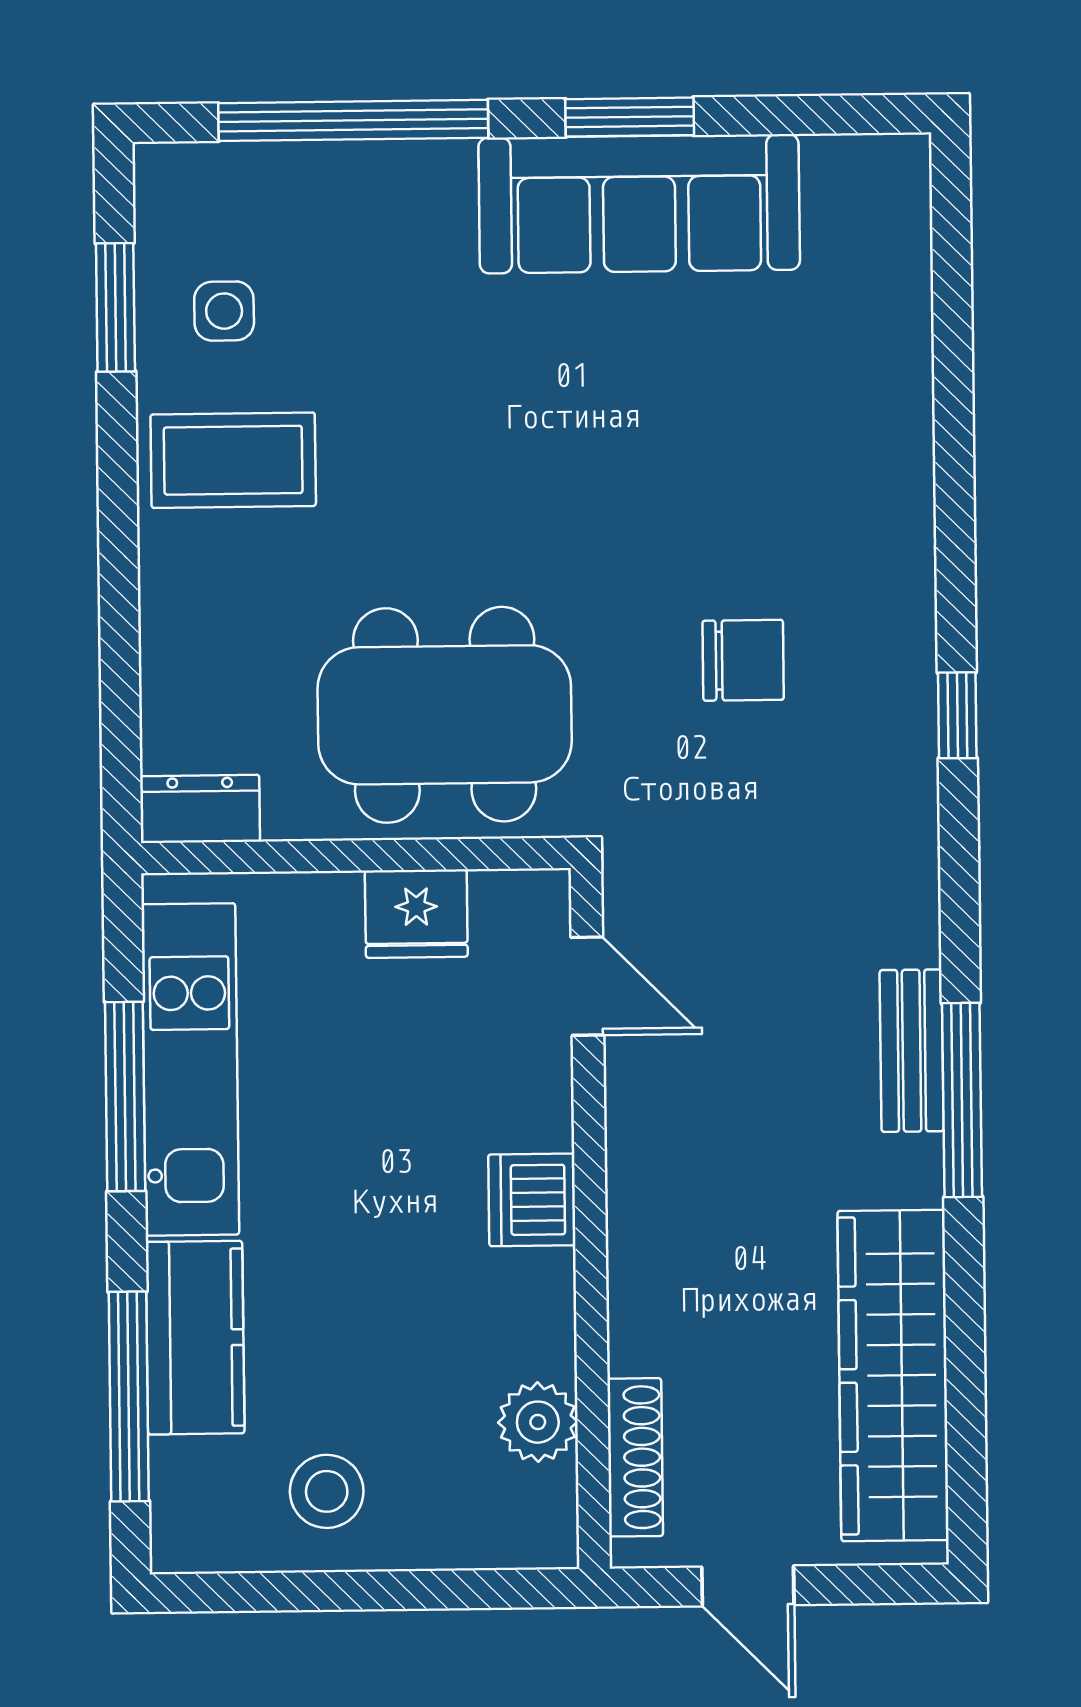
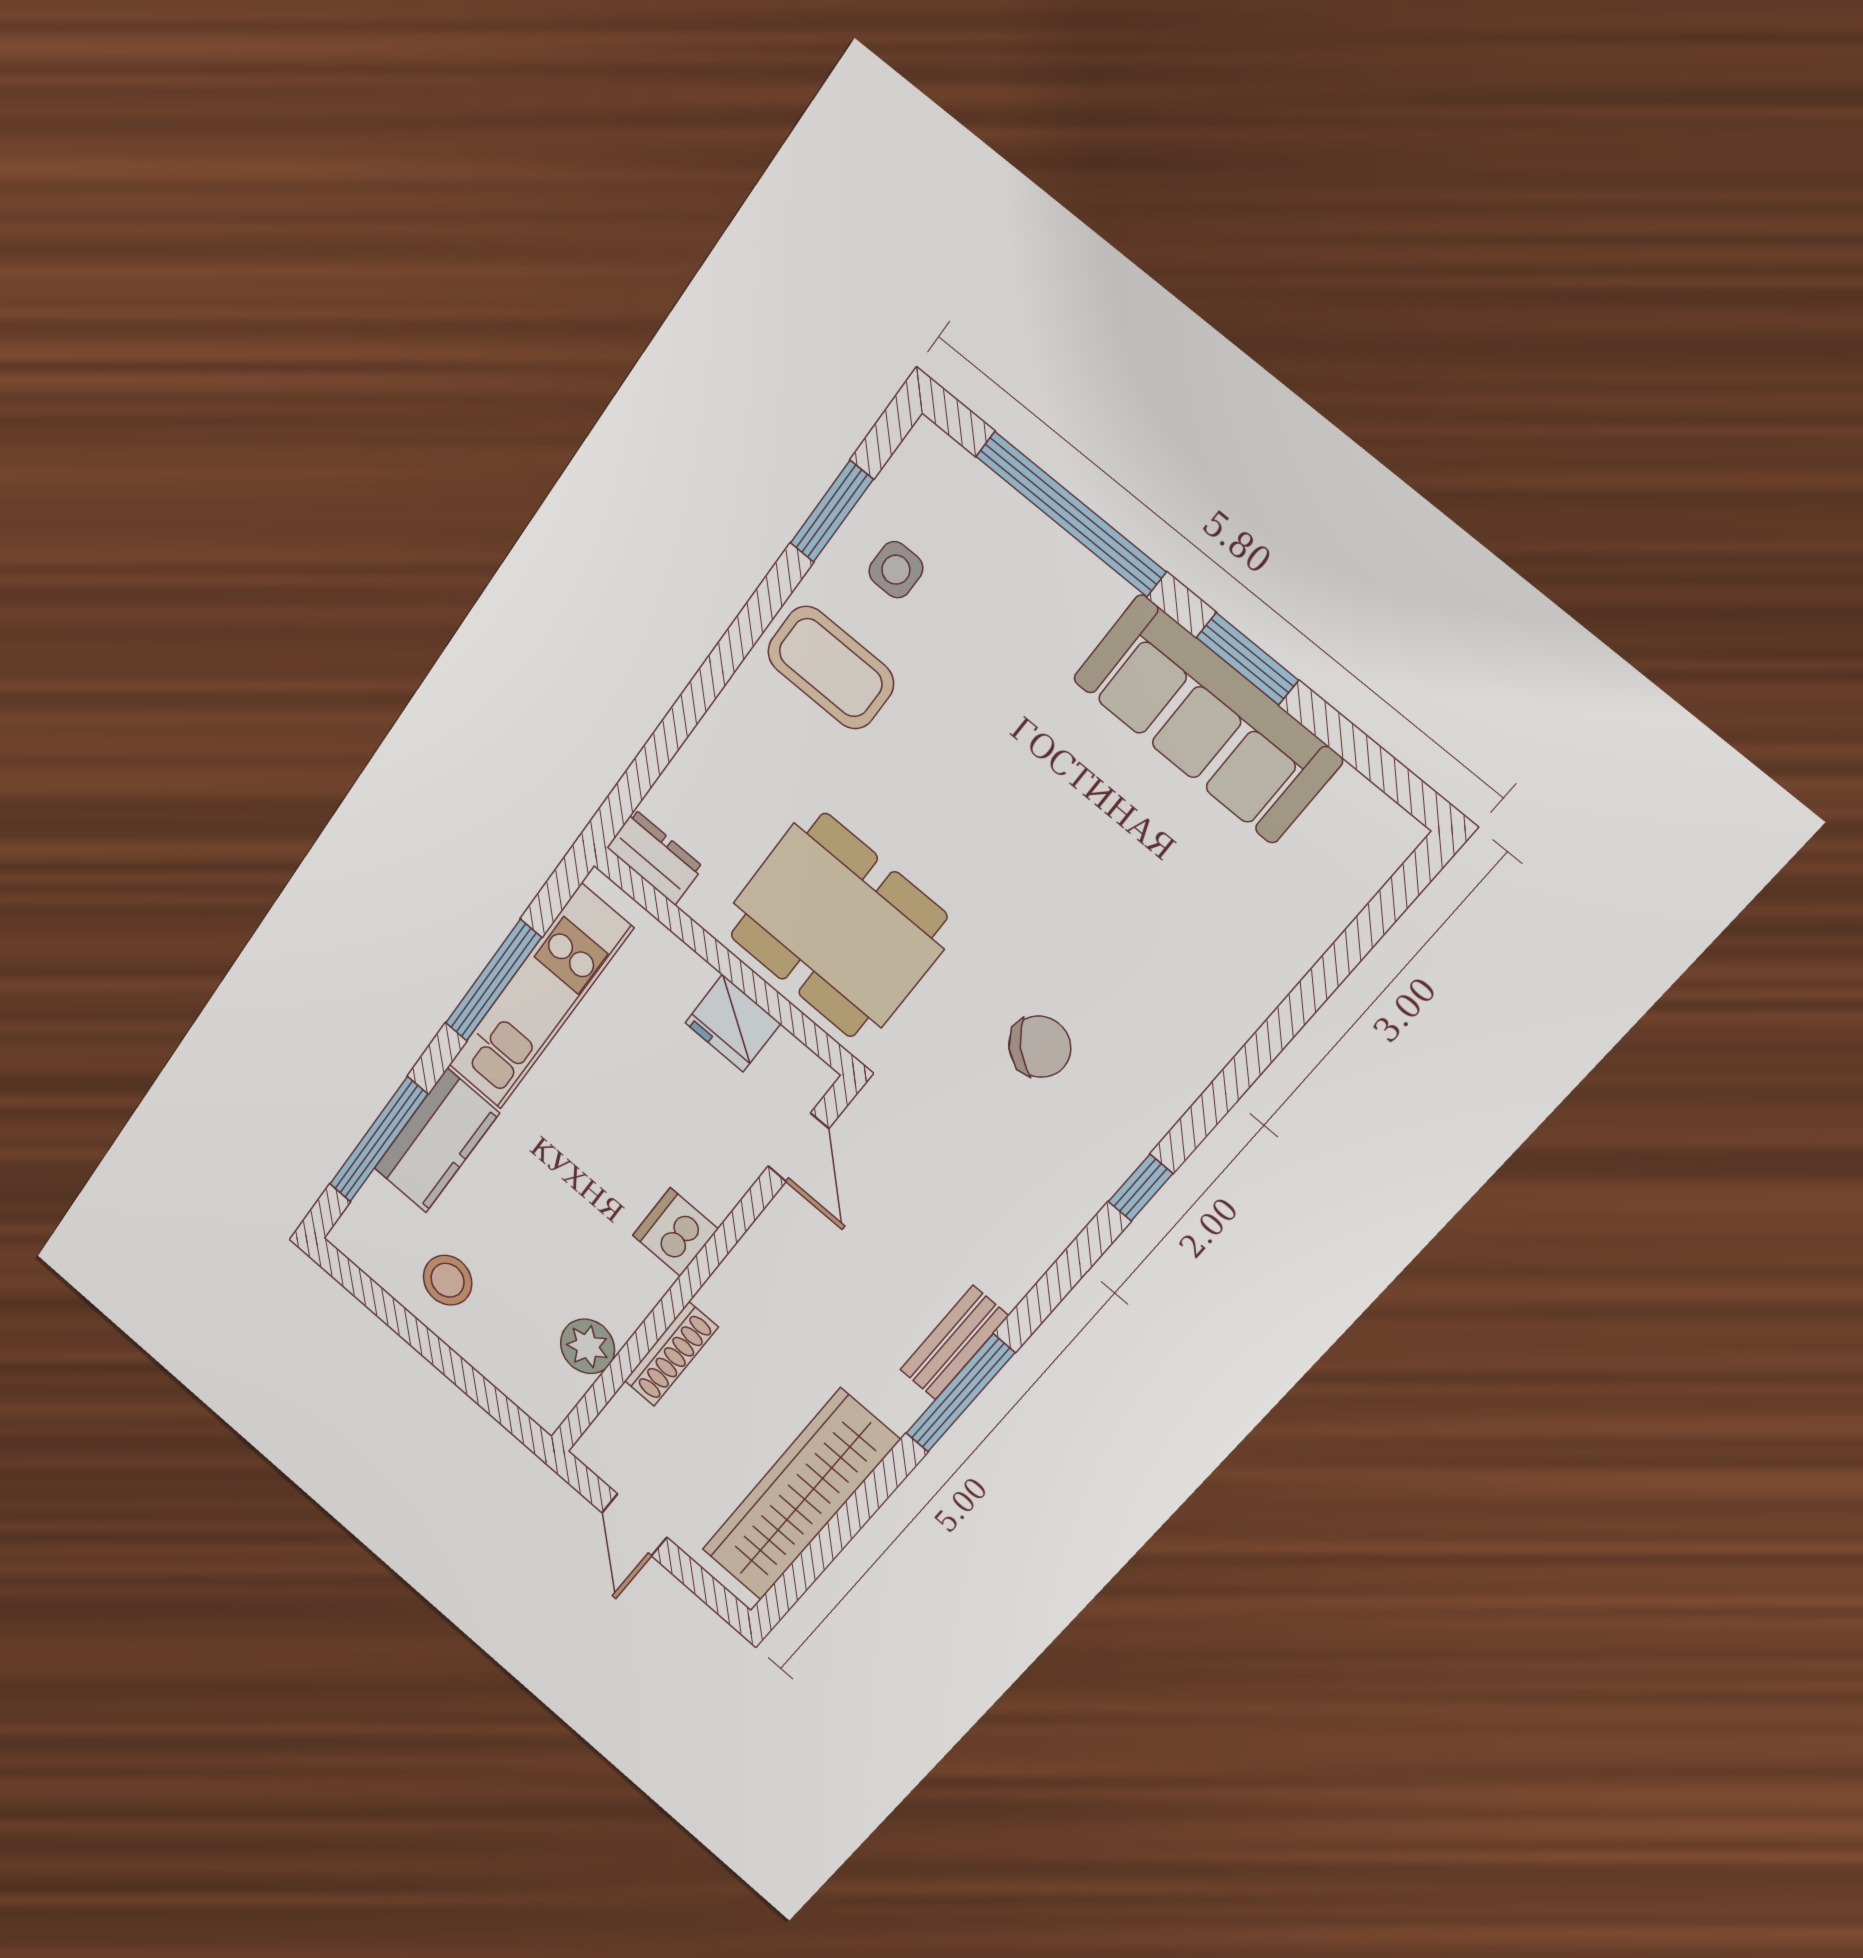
chair: (743, 660) -> (1040, 1047), turned -45
shoe rack: (635, 1457) -> (671, 1354), moved

